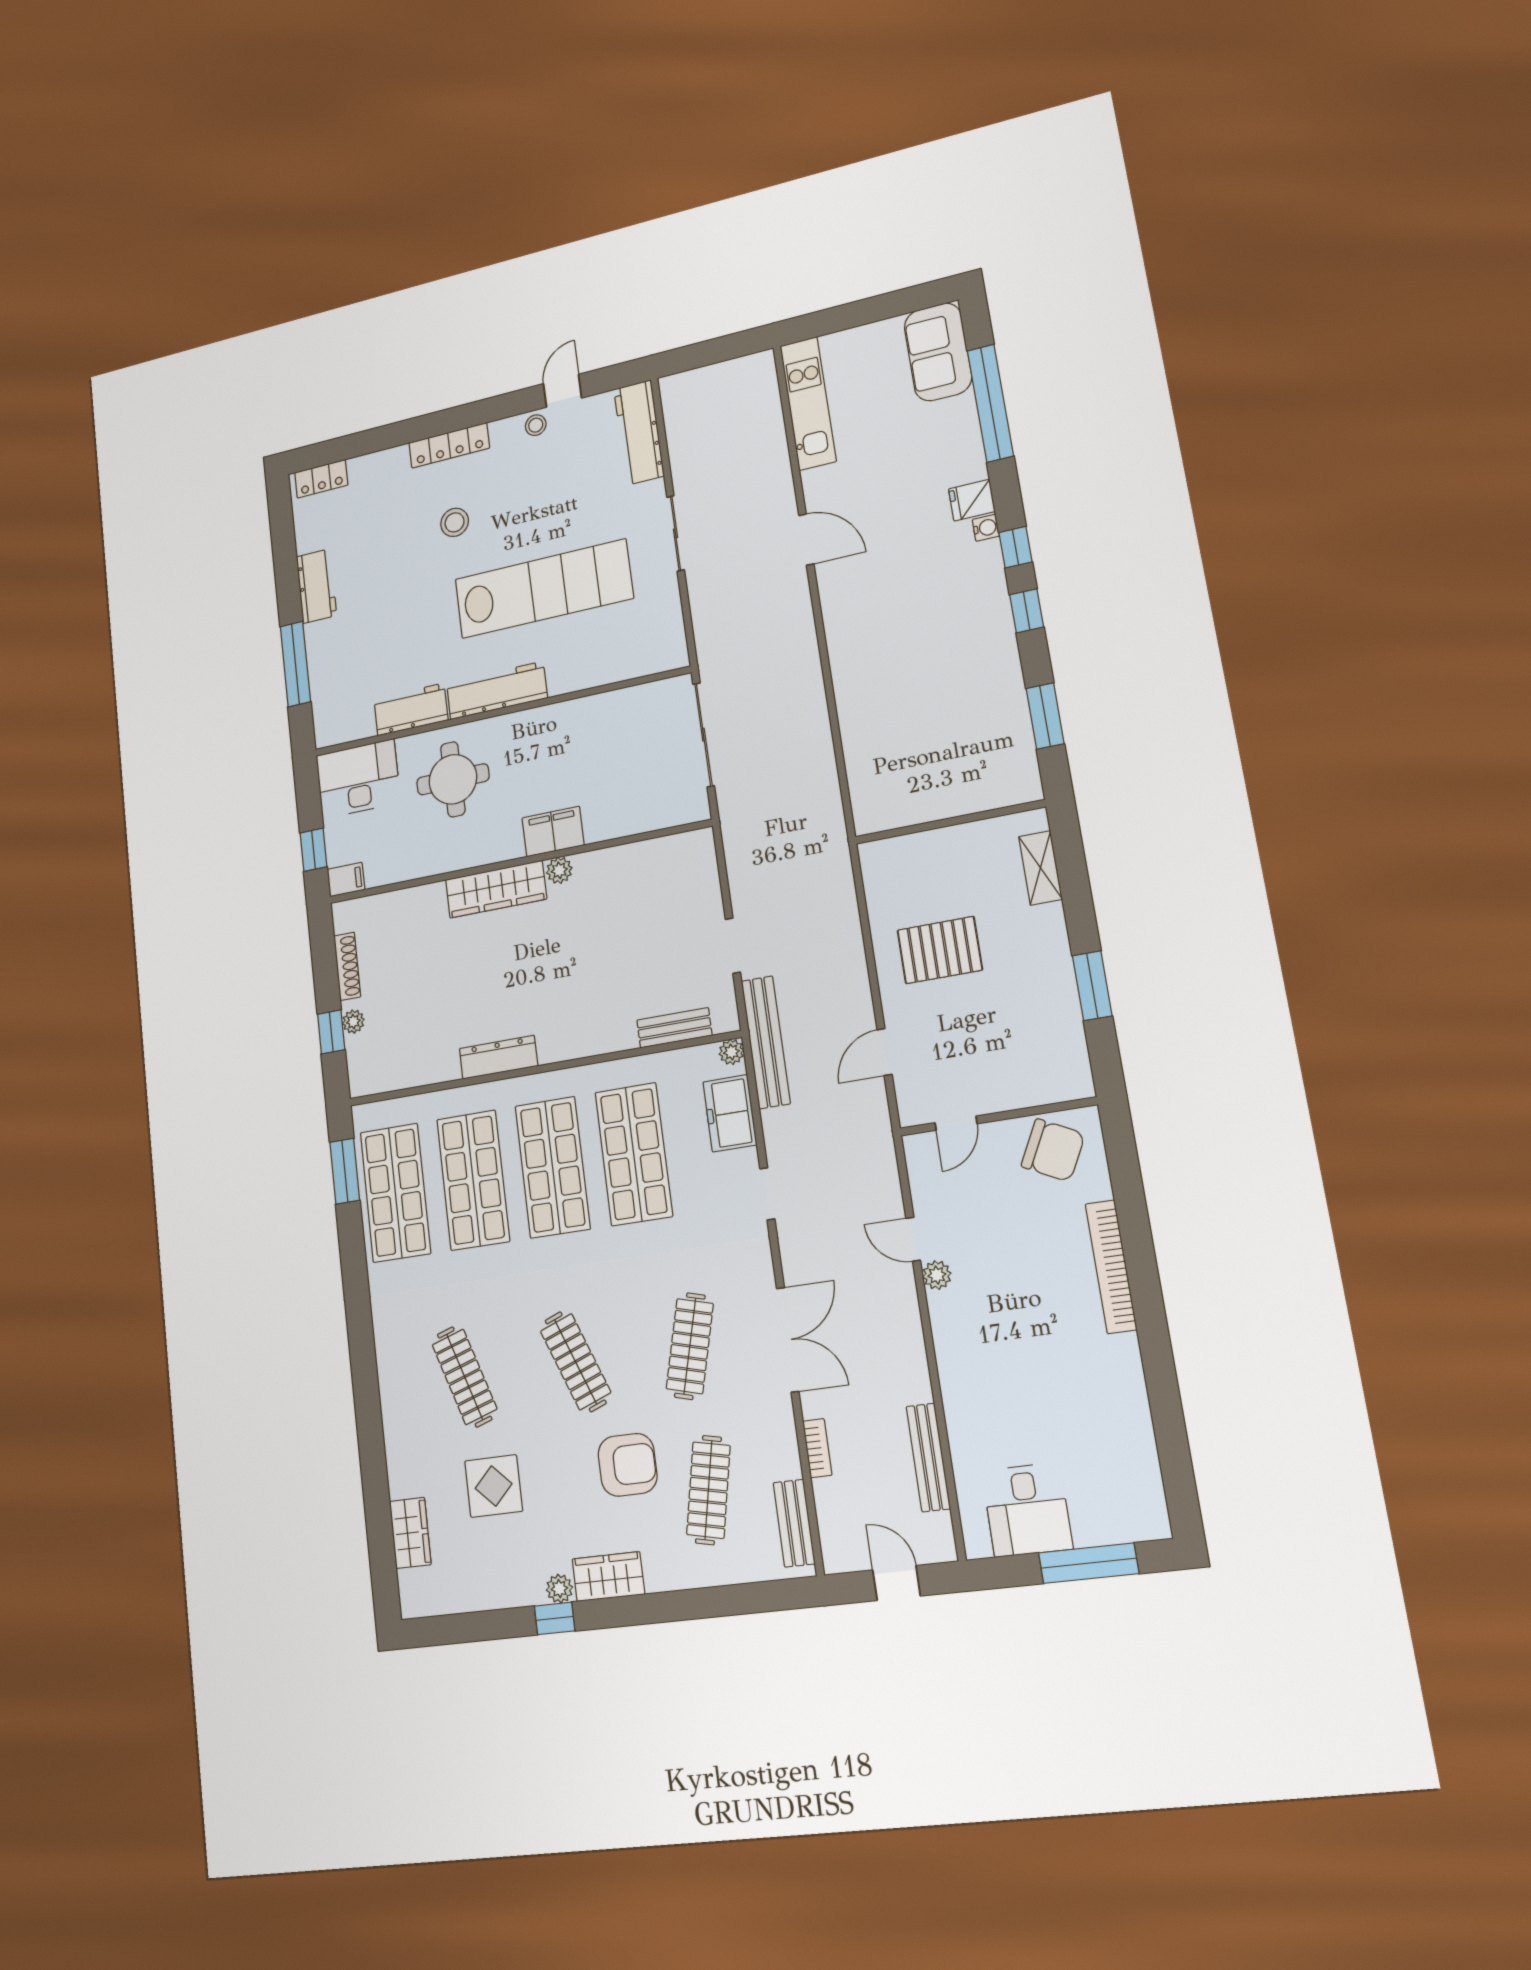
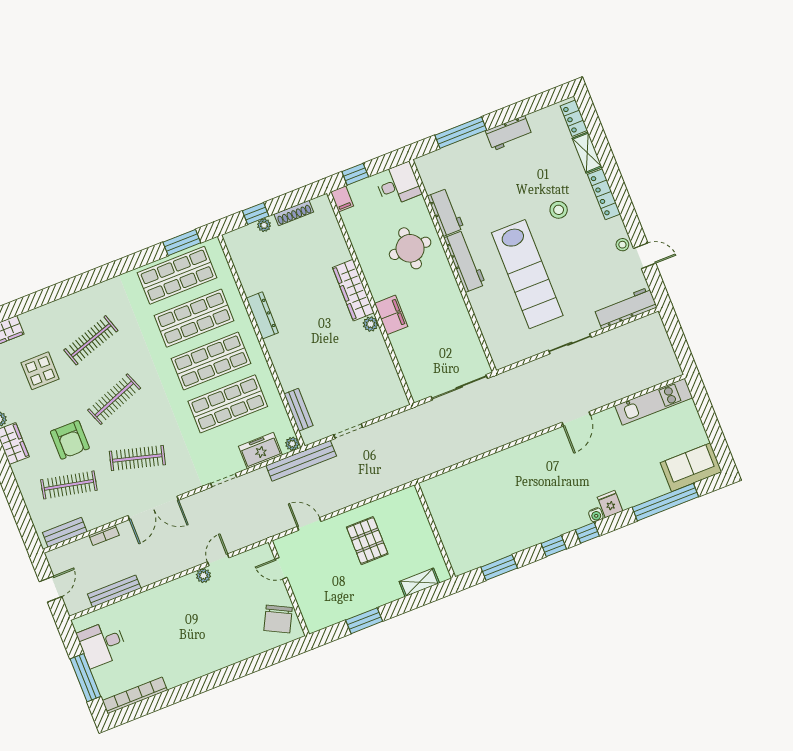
shelving: (378, 464) -> (587, 153), added
desk: (358, 779) -> (398, 184), width x0.73
bookcase: (1111, 1267) -> (135, 695), moved

